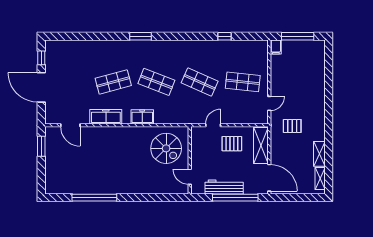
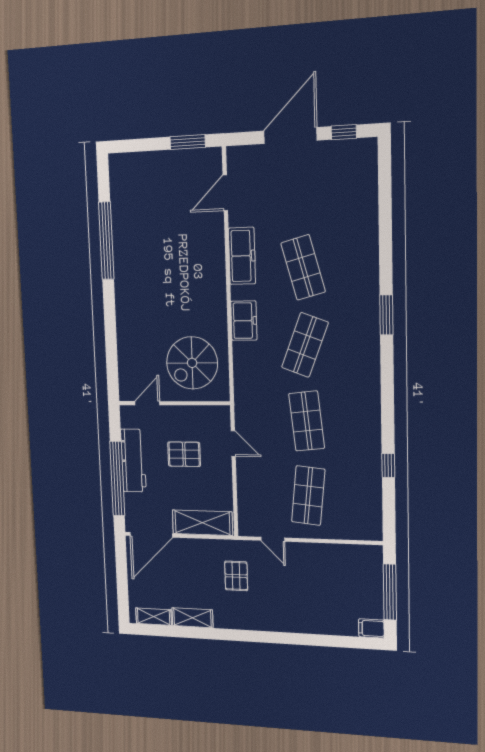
filing cabinet: (276, 47) -> (371, 628), moved
shop shelf: (200, 82) -> (307, 421), turned -30
pallet: (232, 144) -> (184, 454), moved, turned 90

